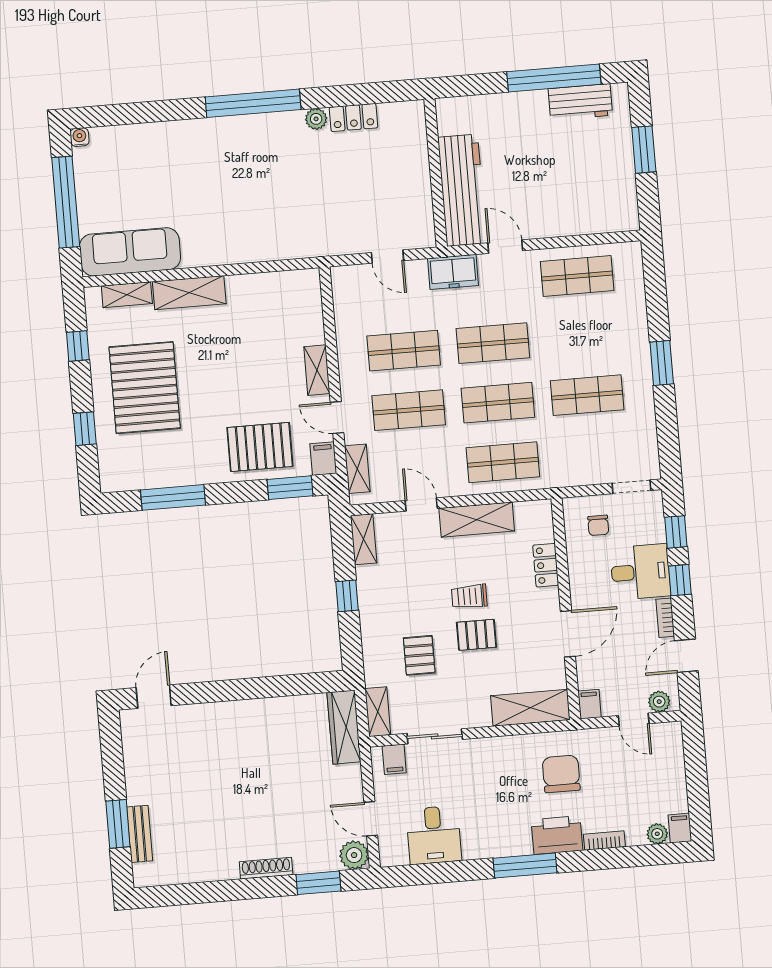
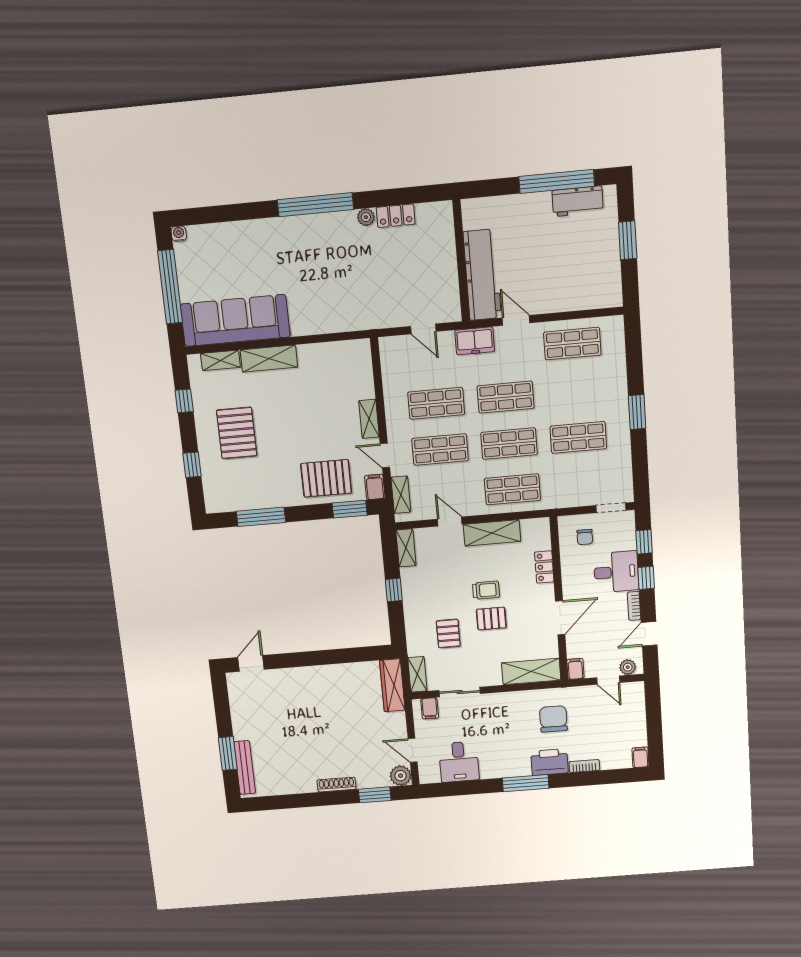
sofa: (130, 252) -> (235, 321), width x1.36, depth x1.27
pallet: (145, 388) -> (237, 433), width x0.73, depth x0.71
trolley: (469, 596) -> (486, 590), turned 180
bench: (140, 834) -> (245, 768), width x1.36
plant: (657, 834) -> (623, 761), removed

